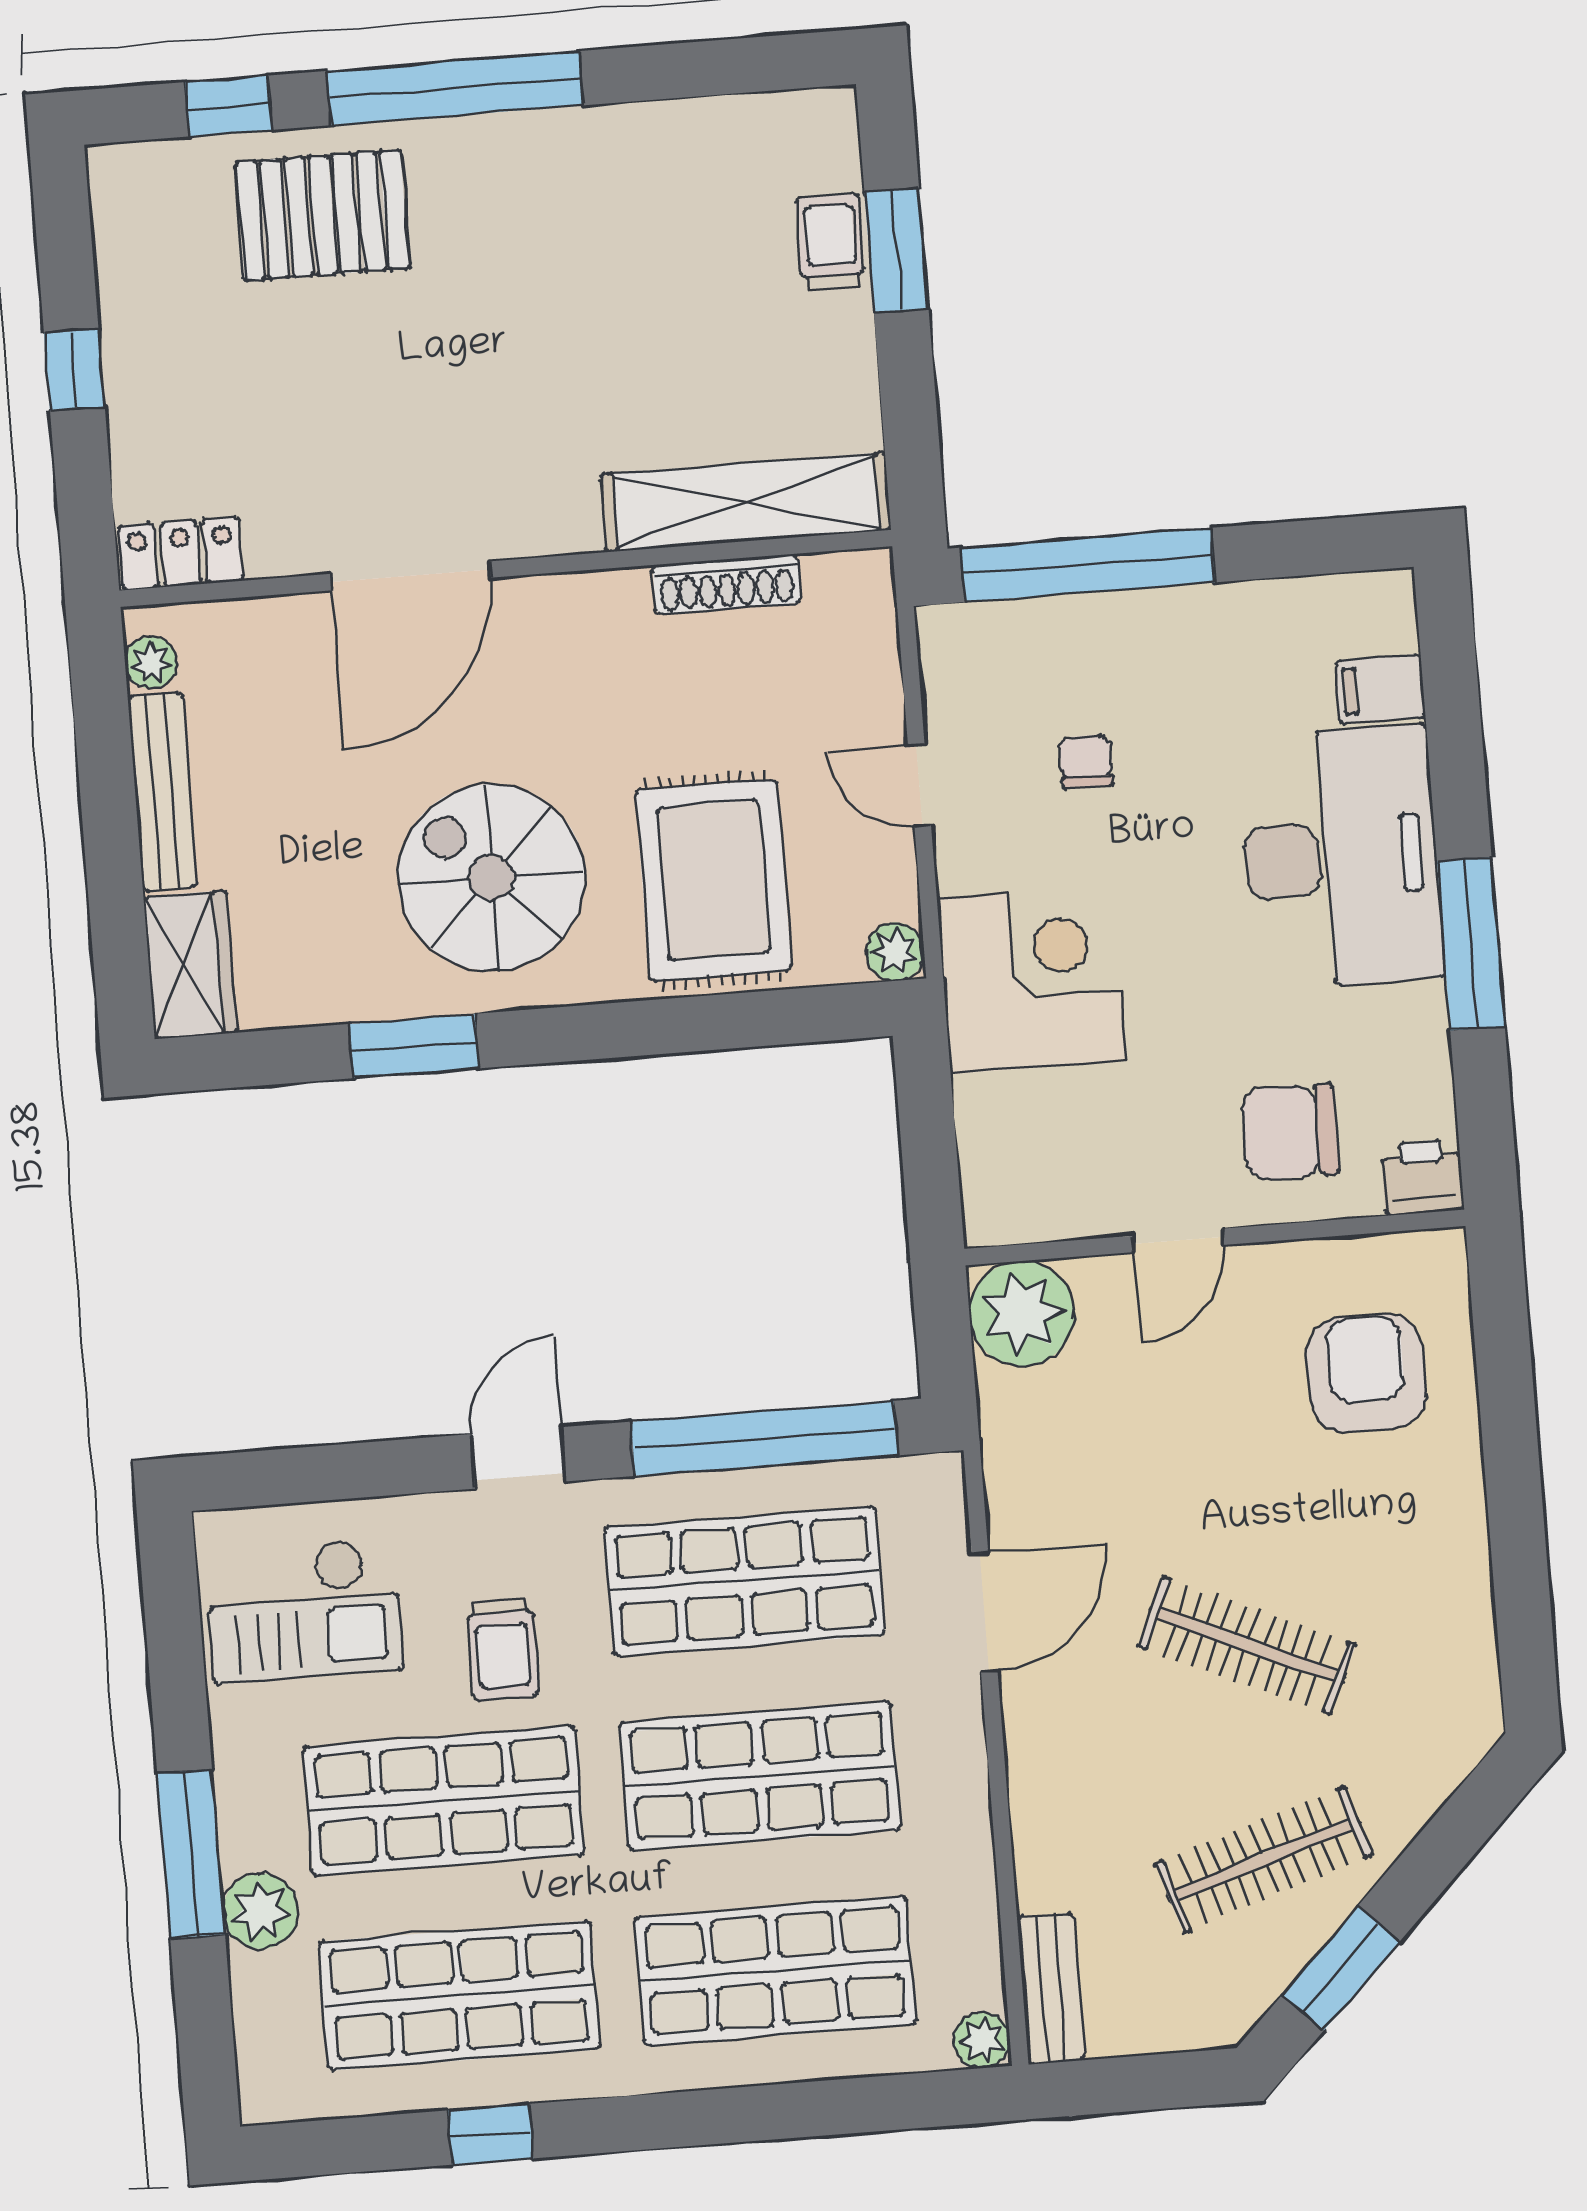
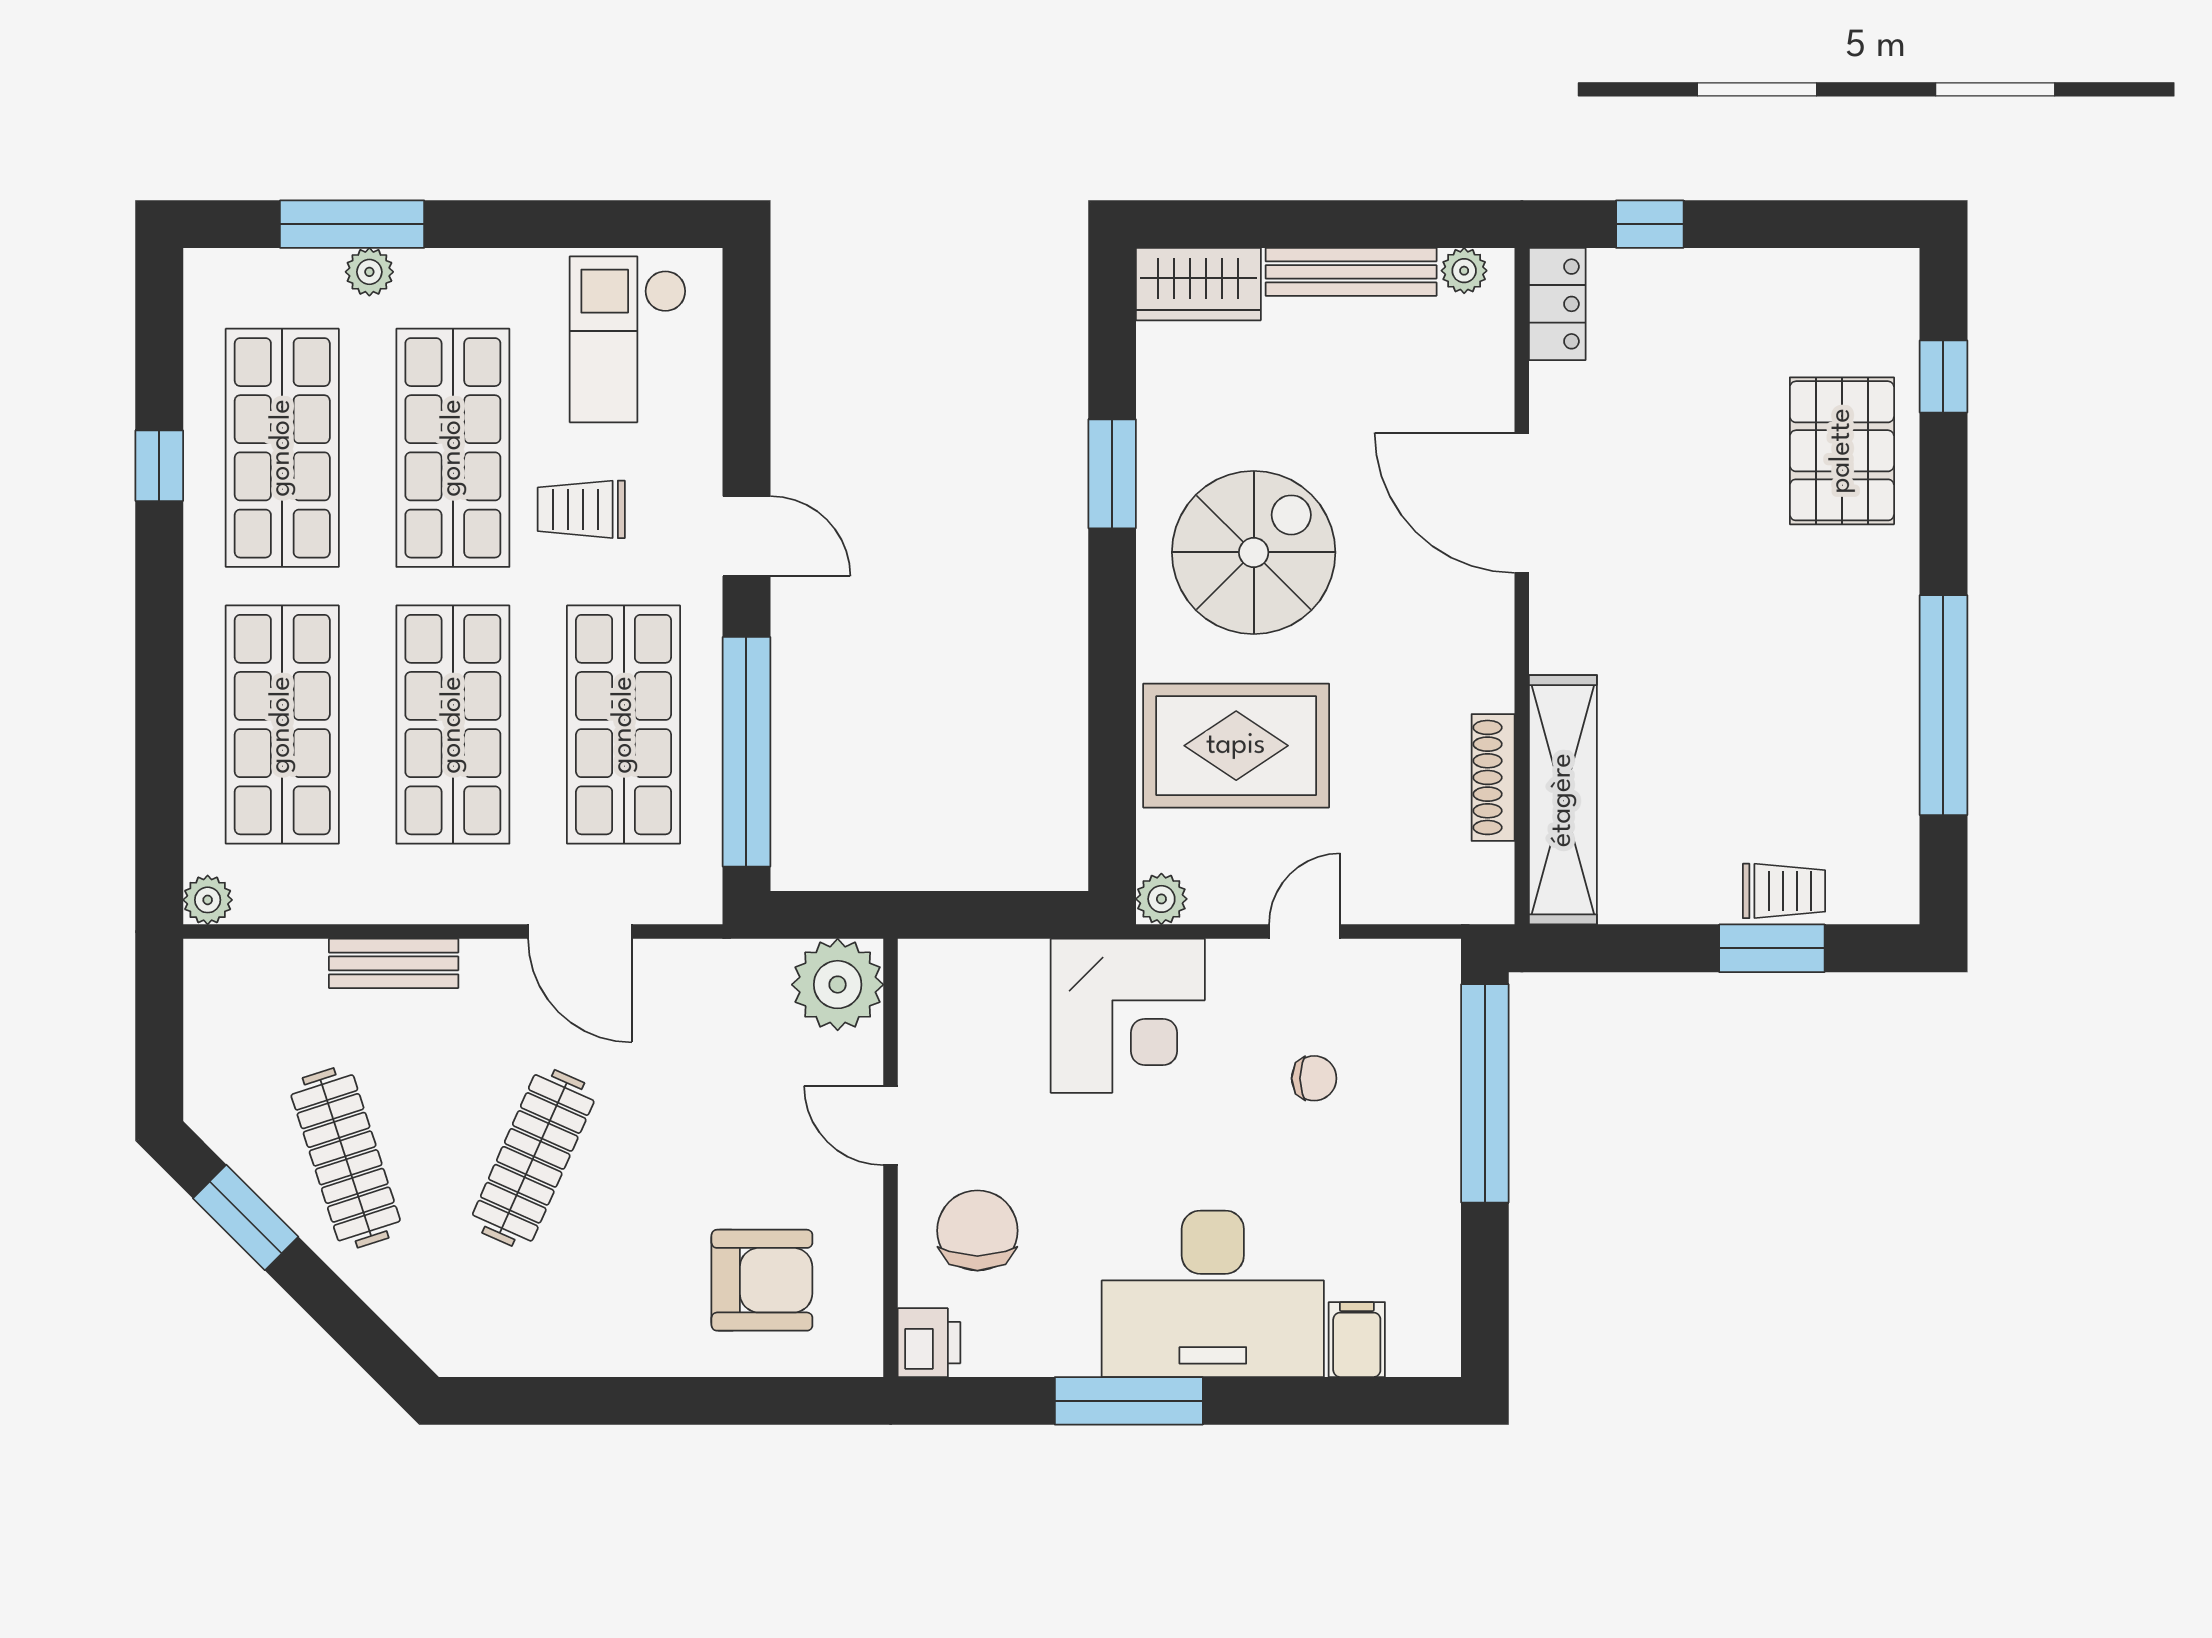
window: (455, 88) -> (1943, 705), moved
window: (74, 370) -> (1650, 224), moved
window: (191, 1854) -> (352, 224), moved
plant: (261, 1911) -> (369, 272), width x0.73, depth x0.73
bench: (1051, 1989) -> (394, 963), moved

